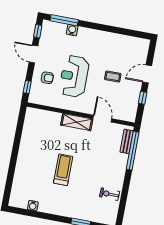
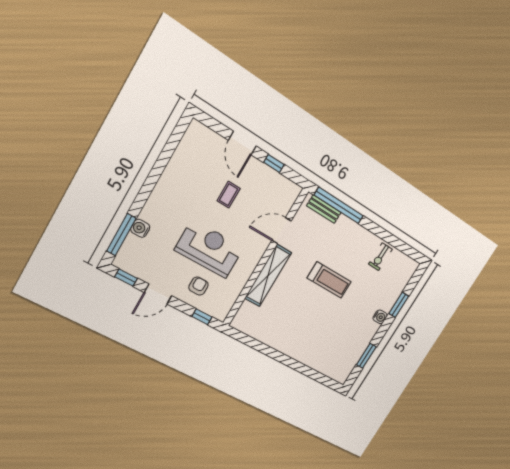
reception desk: (74, 76) -> (209, 249), turned 180
shelving: (77, 122) -> (268, 275), width x1.47
treadmill: (63, 170) -> (329, 280), moved, turned 180
water cooler: (33, 206) -> (380, 317), moved
window: (36, 214) -> (366, 356), added

